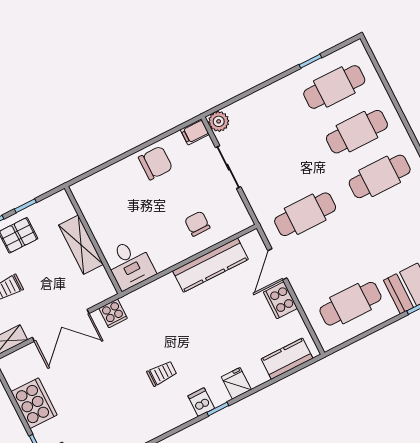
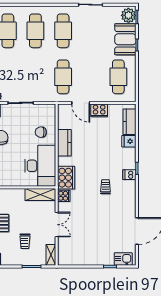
shelving: (81, 245) -> (40, 195), moved
desk: (130, 264) -> (40, 166), width x1.87, depth x1.30
kitchen counter: (210, 265) -> (64, 143), width x0.67
double door: (61, 325) -> (57, 225), width x0.73
fridge: (236, 383) -> (129, 141), moved
cooker: (34, 403) -> (66, 178), moved, turned 90

